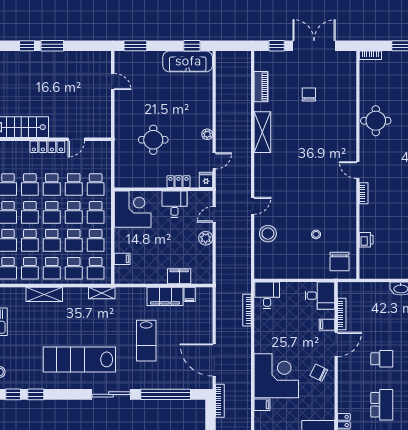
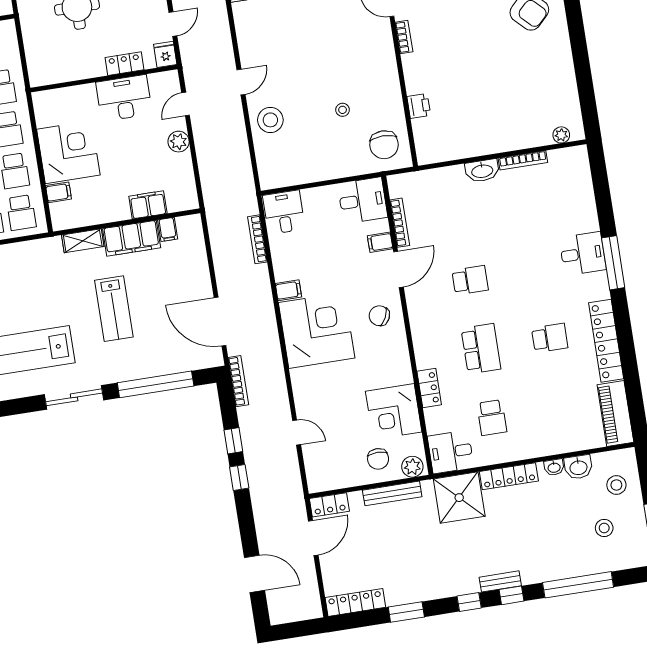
desk: (175, 204) -> (124, 98), width x1.37
corner desk: (133, 209) -> (68, 152), moved
shelving: (102, 293) -> (83, 241), moved
filing cabinet: (262, 405) -> (288, 290), moved

